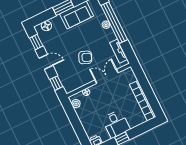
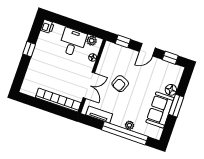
floor lamp: (46, 26) -> (171, 90), moved
bookcase: (143, 101) -> (58, 100), moved
desk: (116, 124) -> (73, 42), moved, turned 90

